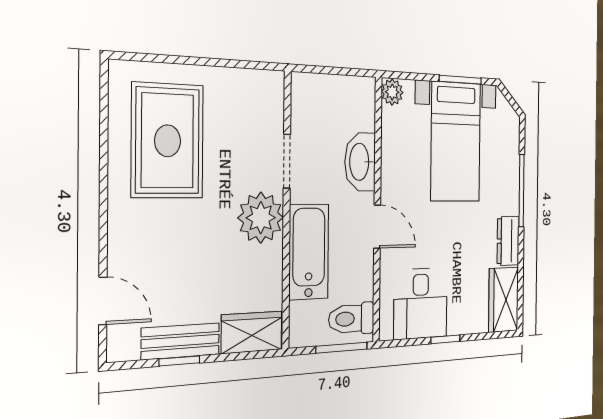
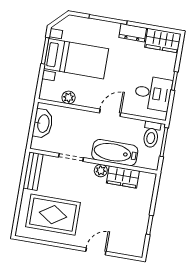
plant: (392, 92) -> (69, 97), moved
washbasin: (360, 162) -> (43, 123), moved, turned -90
plant: (261, 218) -> (101, 171), width x0.53, depth x0.53
door: (103, 301) -> (96, 251), moved
wardrobe: (252, 332) -> (123, 177), moved, turned -90
bench: (181, 341) -> (33, 171), moved

